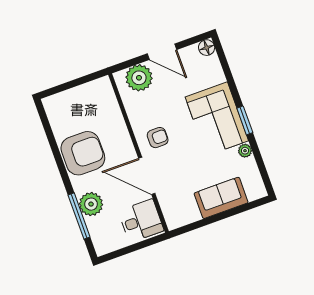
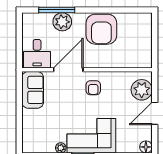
sofa: (221, 198) -> (33, 90), moved

